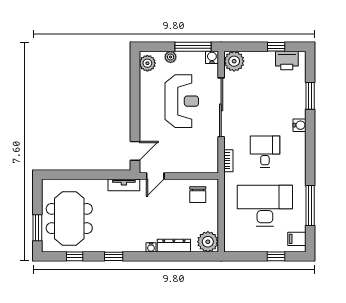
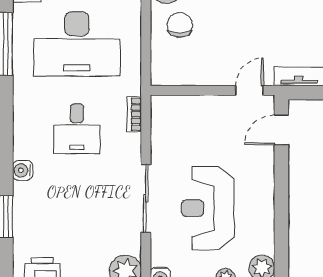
sliding door: (221, 107) -> (146, 198), width x0.73
chair: (198, 195) -> (180, 25), moved

